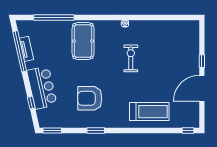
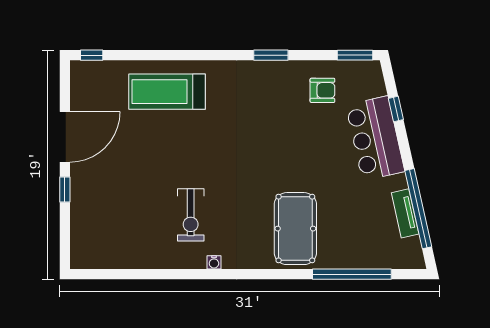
exercise bike: (131, 58) -> (191, 215), moved
armchair: (90, 98) -> (322, 90), moved, width x0.53, depth x0.53

